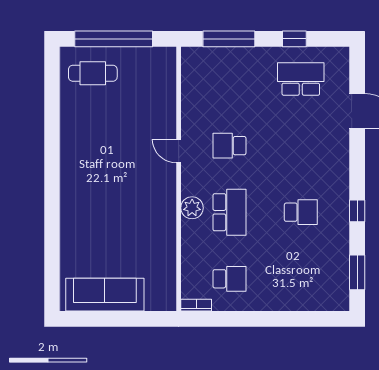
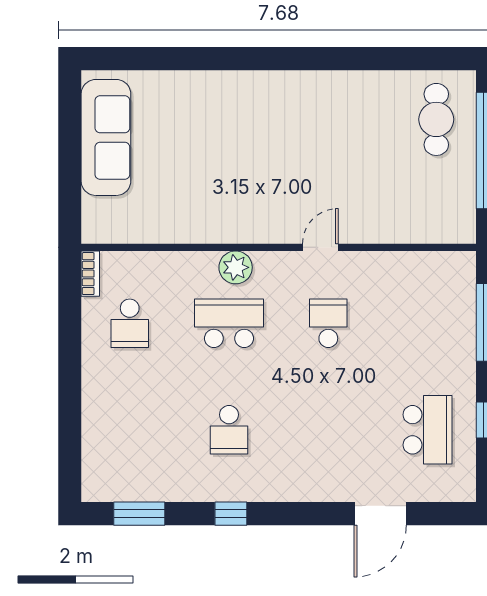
school desk: (229, 212) -> (229, 323), turned 180

